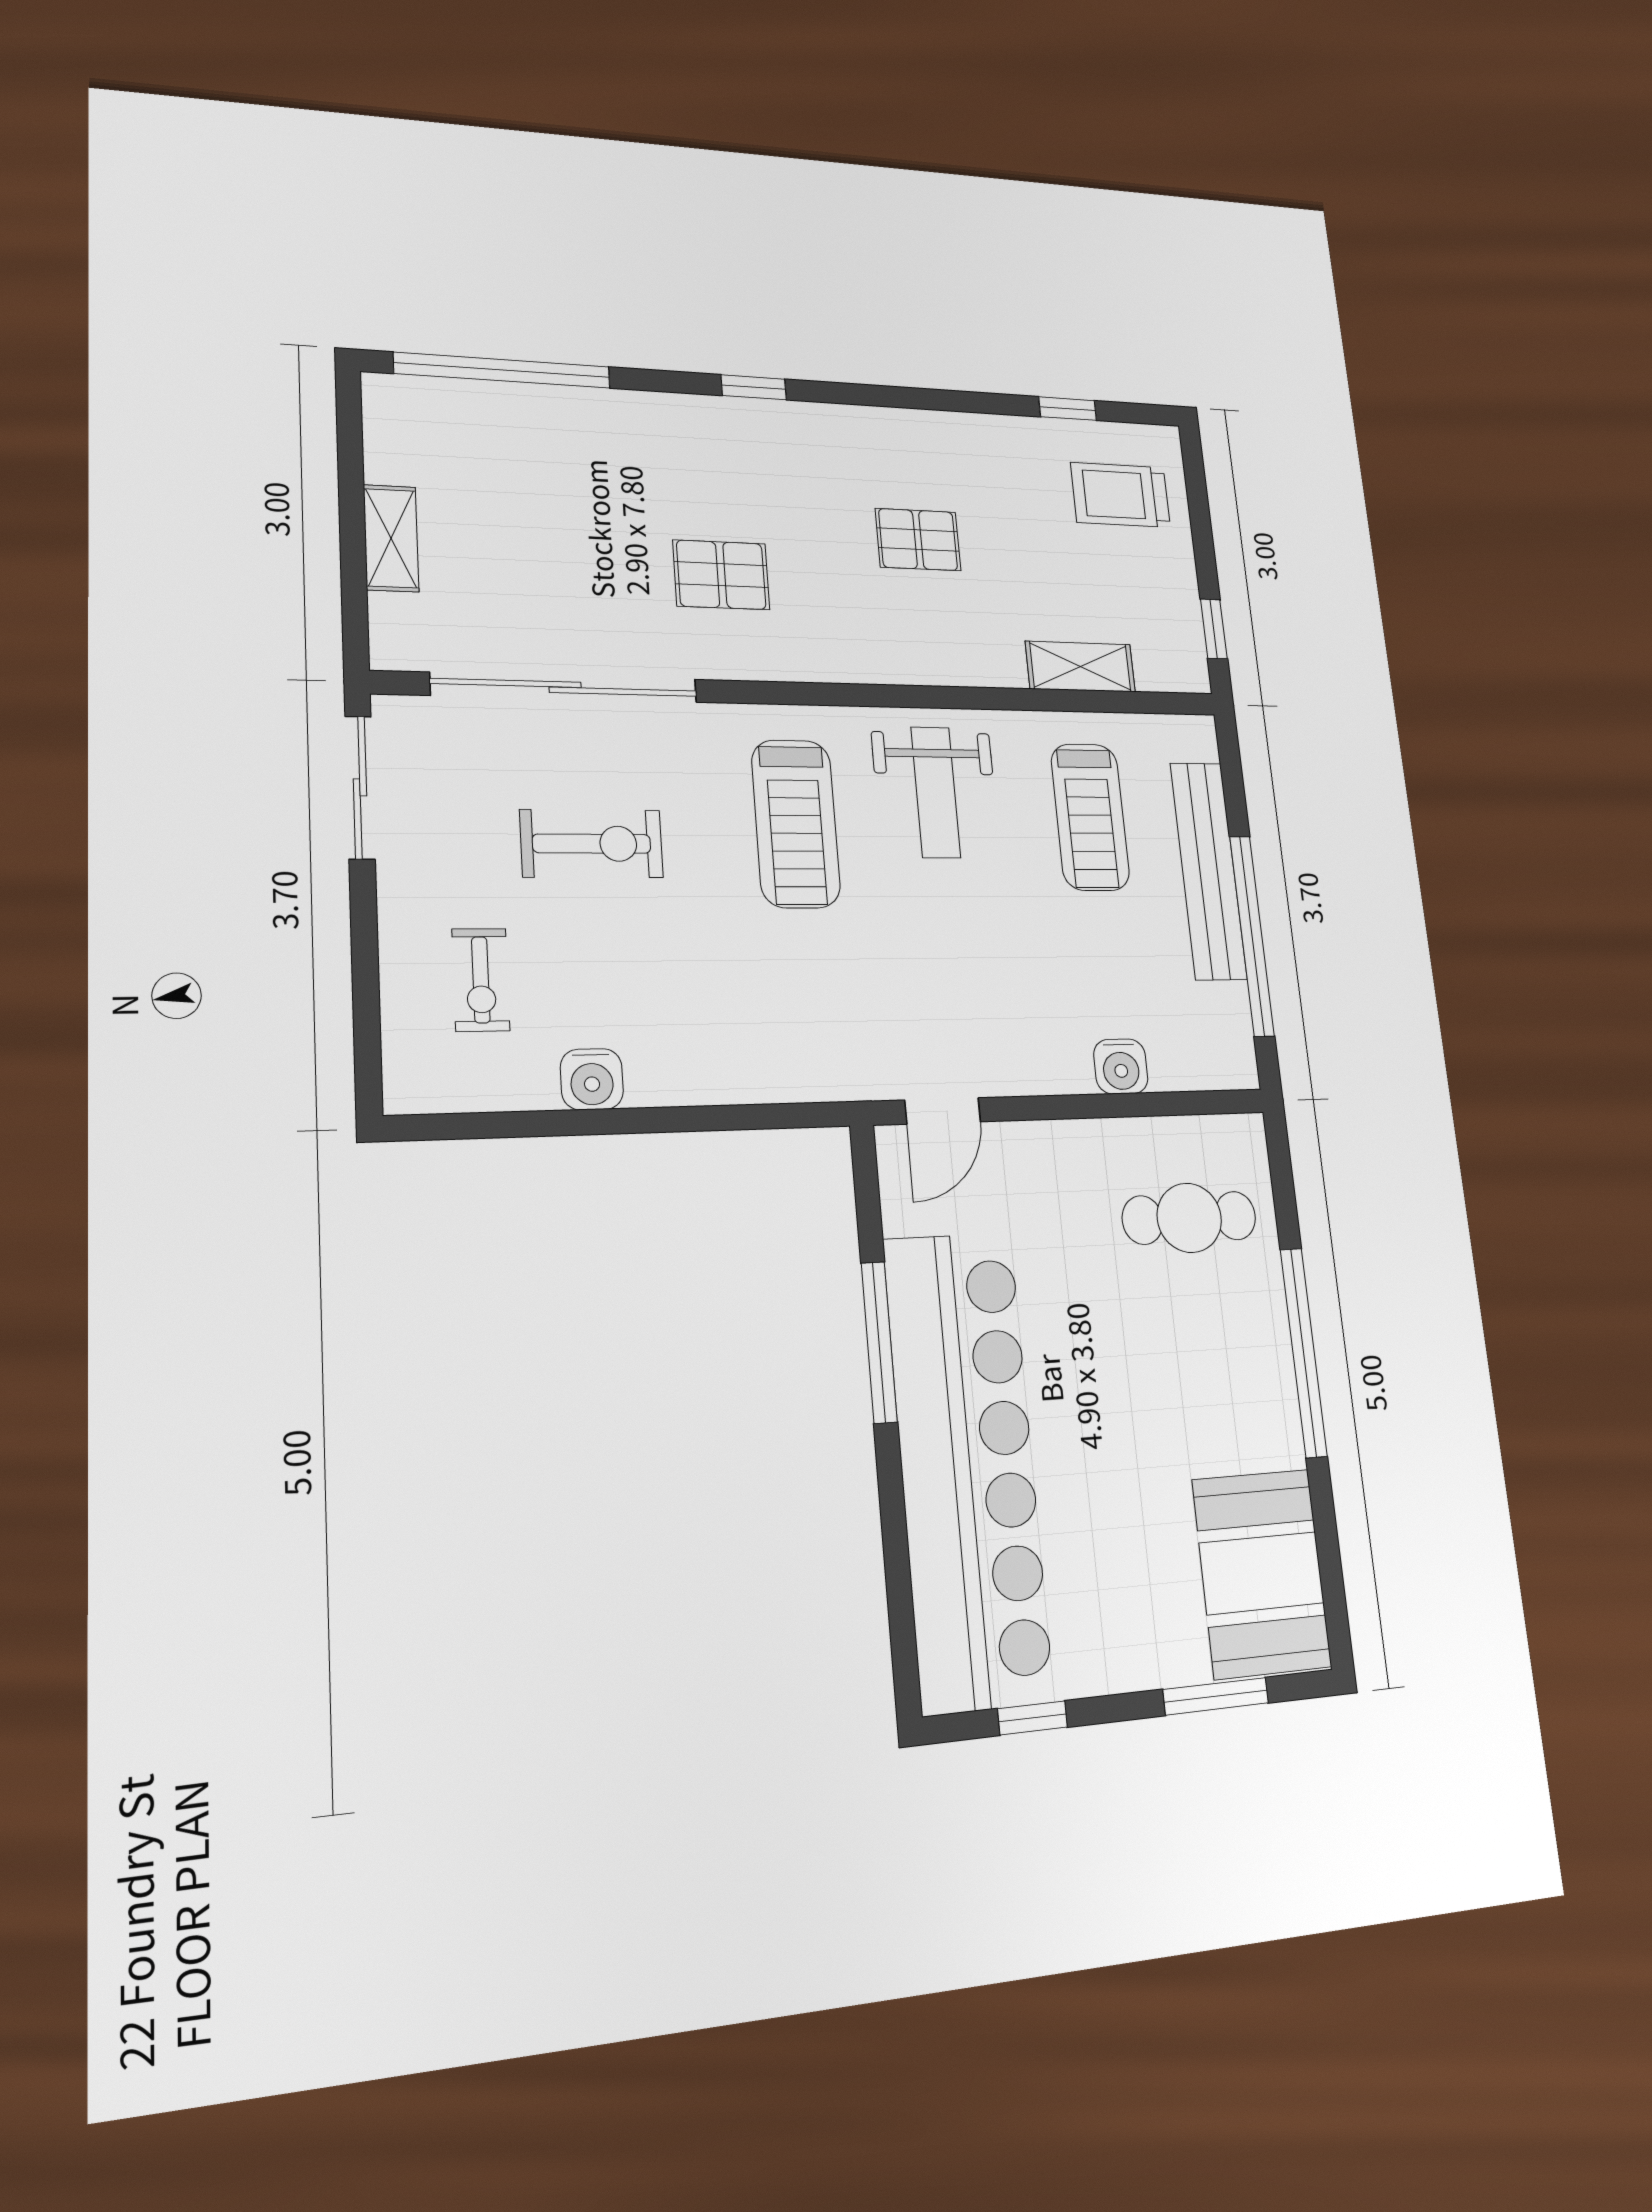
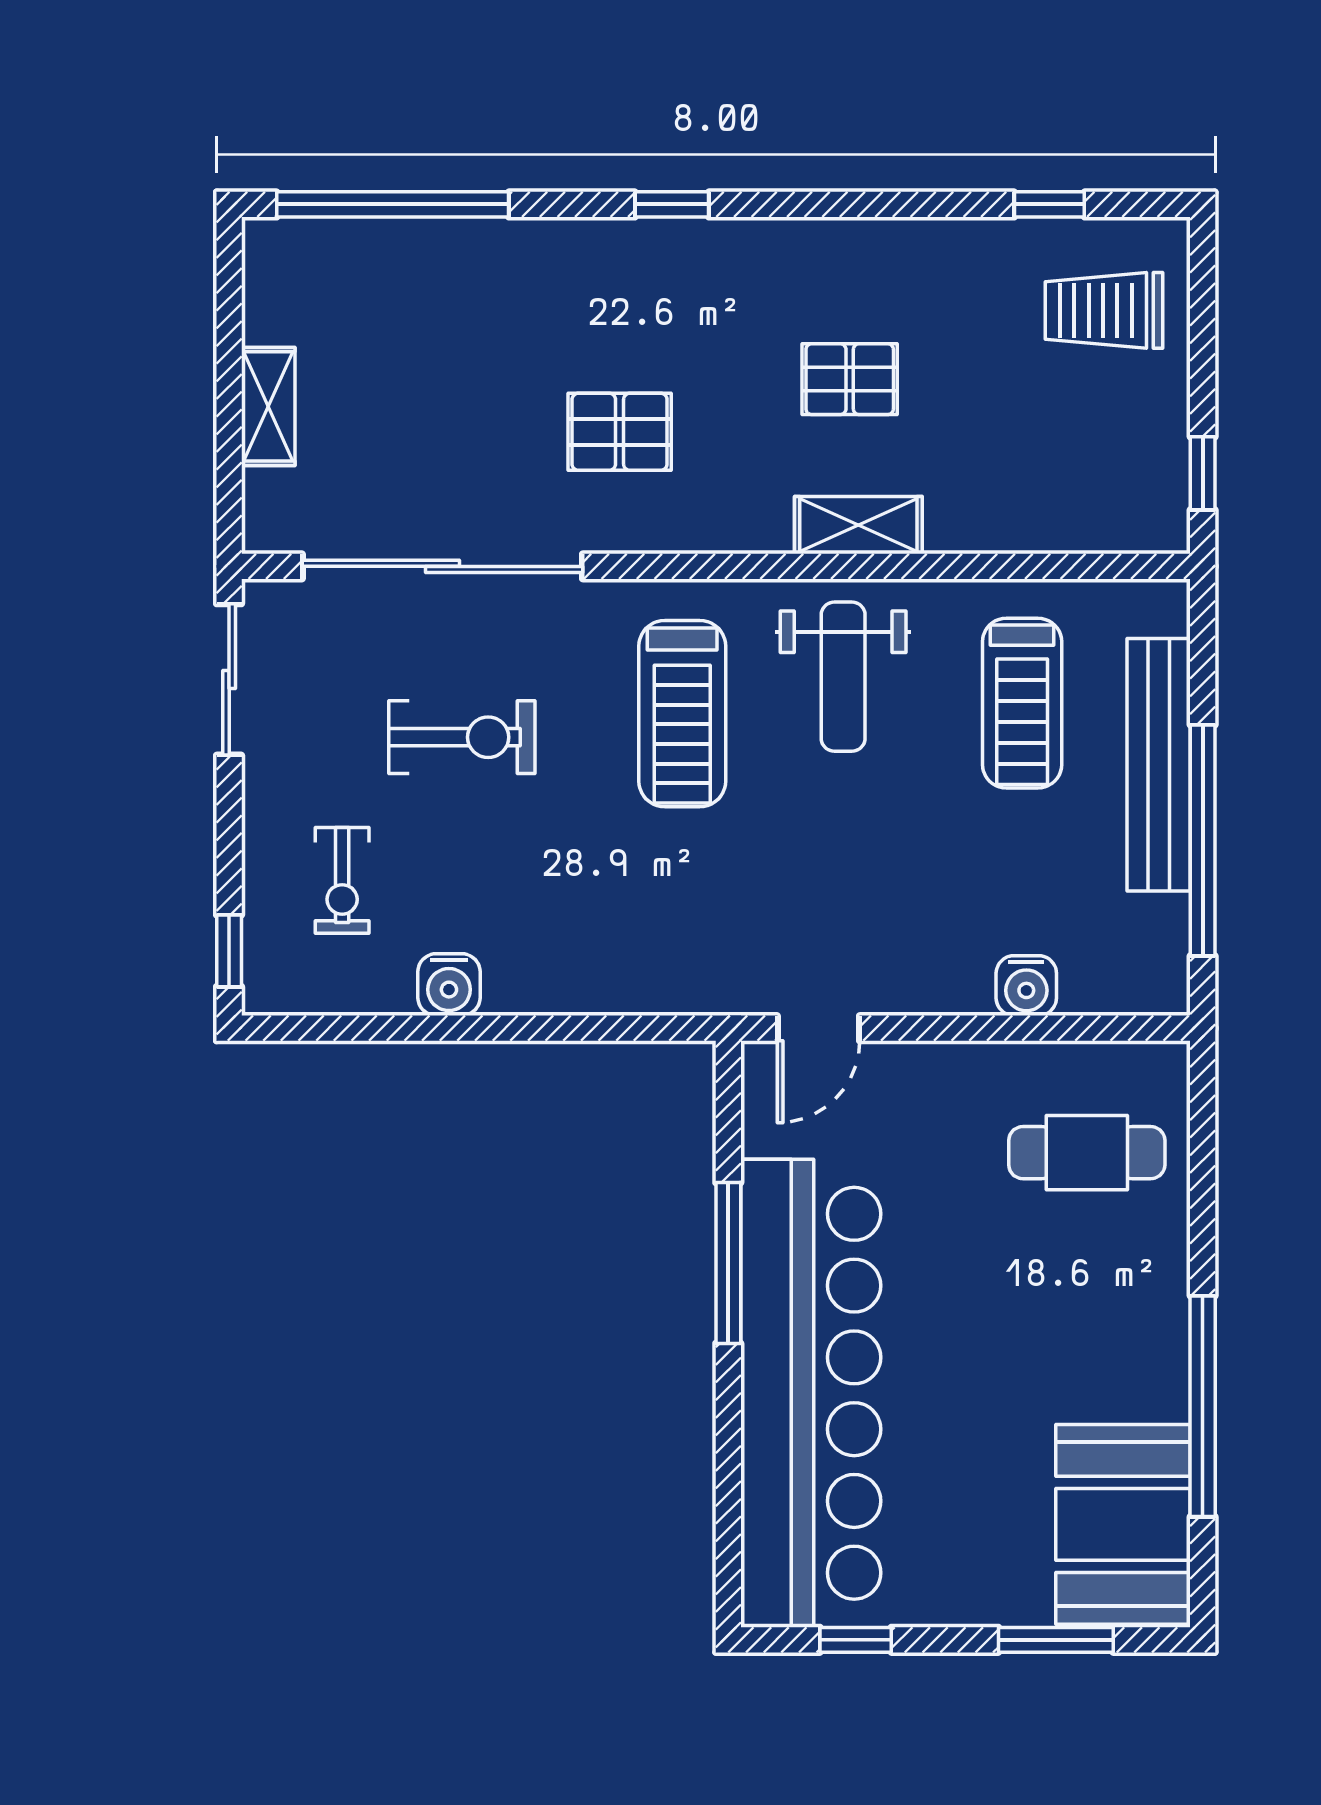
shelving: (1080, 667) -> (858, 525), moved
window: (368, 1051) -> (229, 951), added
window: (1304, 1352) -> (1203, 1406), moved

